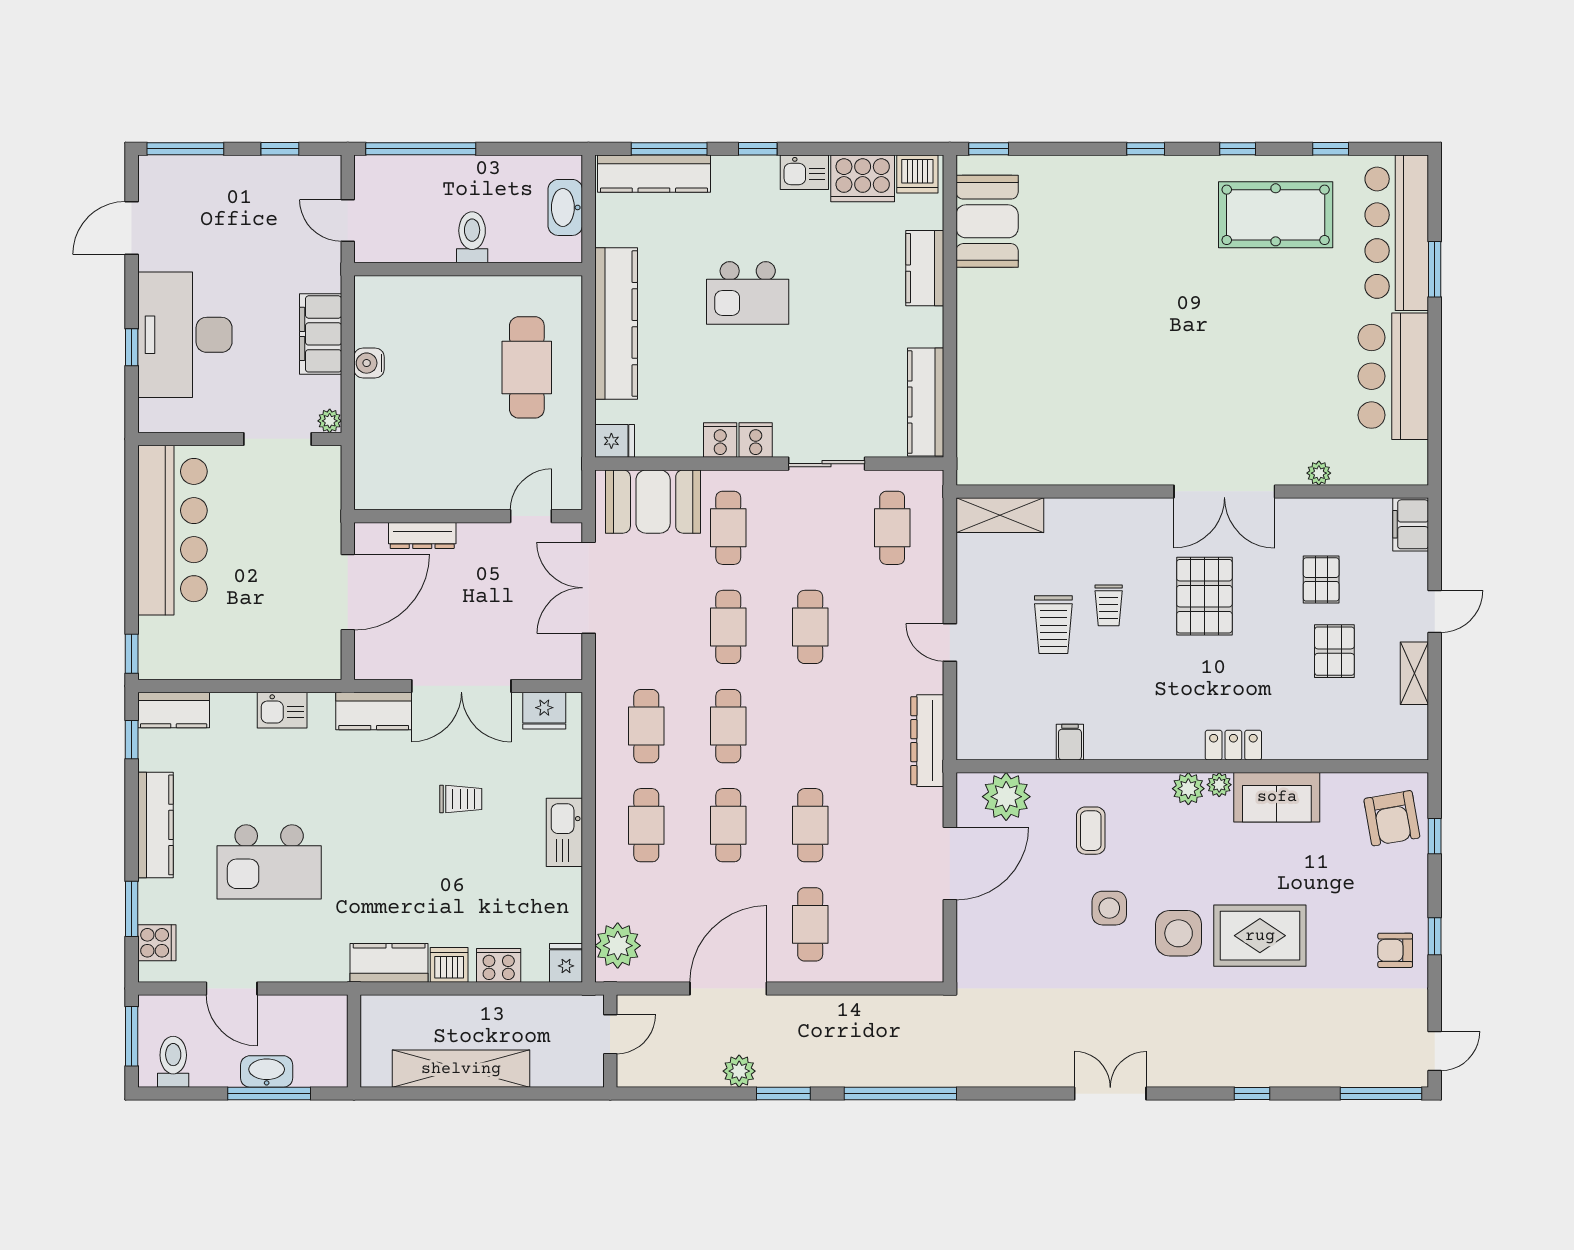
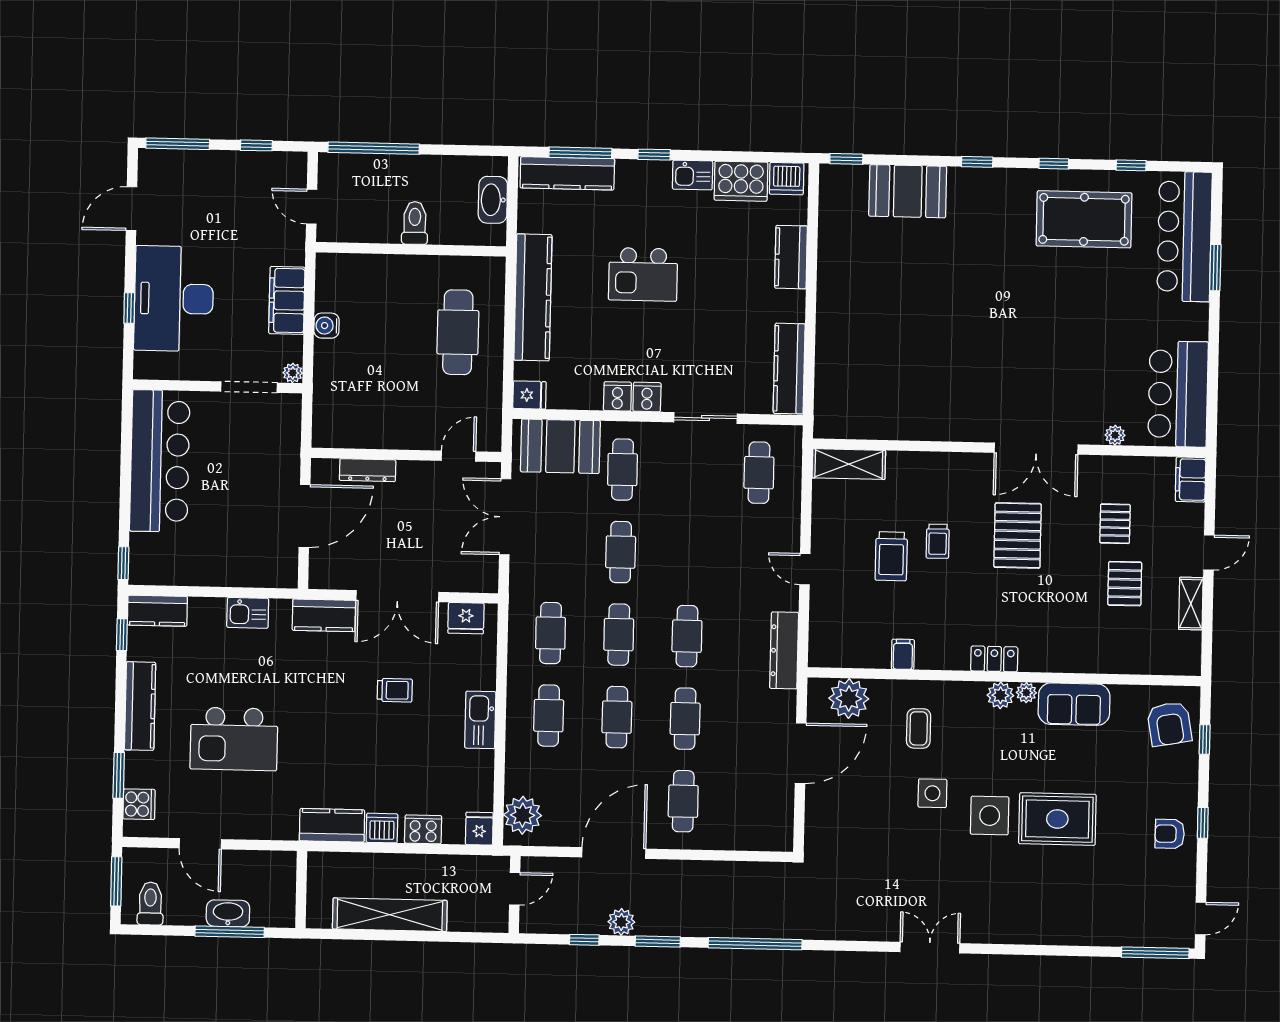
booth: (987, 221) -> (908, 191), moved, turned 90
bar counter: (1393, 376) -> (1178, 394), moved
cafe table: (810, 627) -> (687, 636), moved
locker: (1233, 745) -> (994, 659), moved
window: (1252, 1094) -> (584, 940), moved

